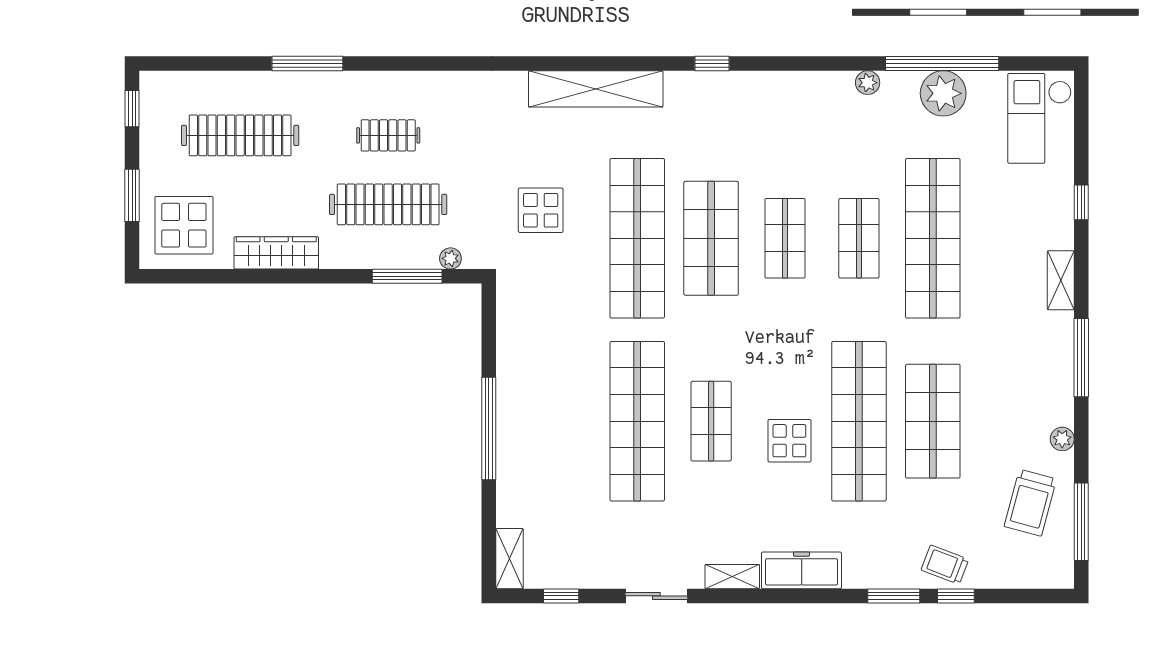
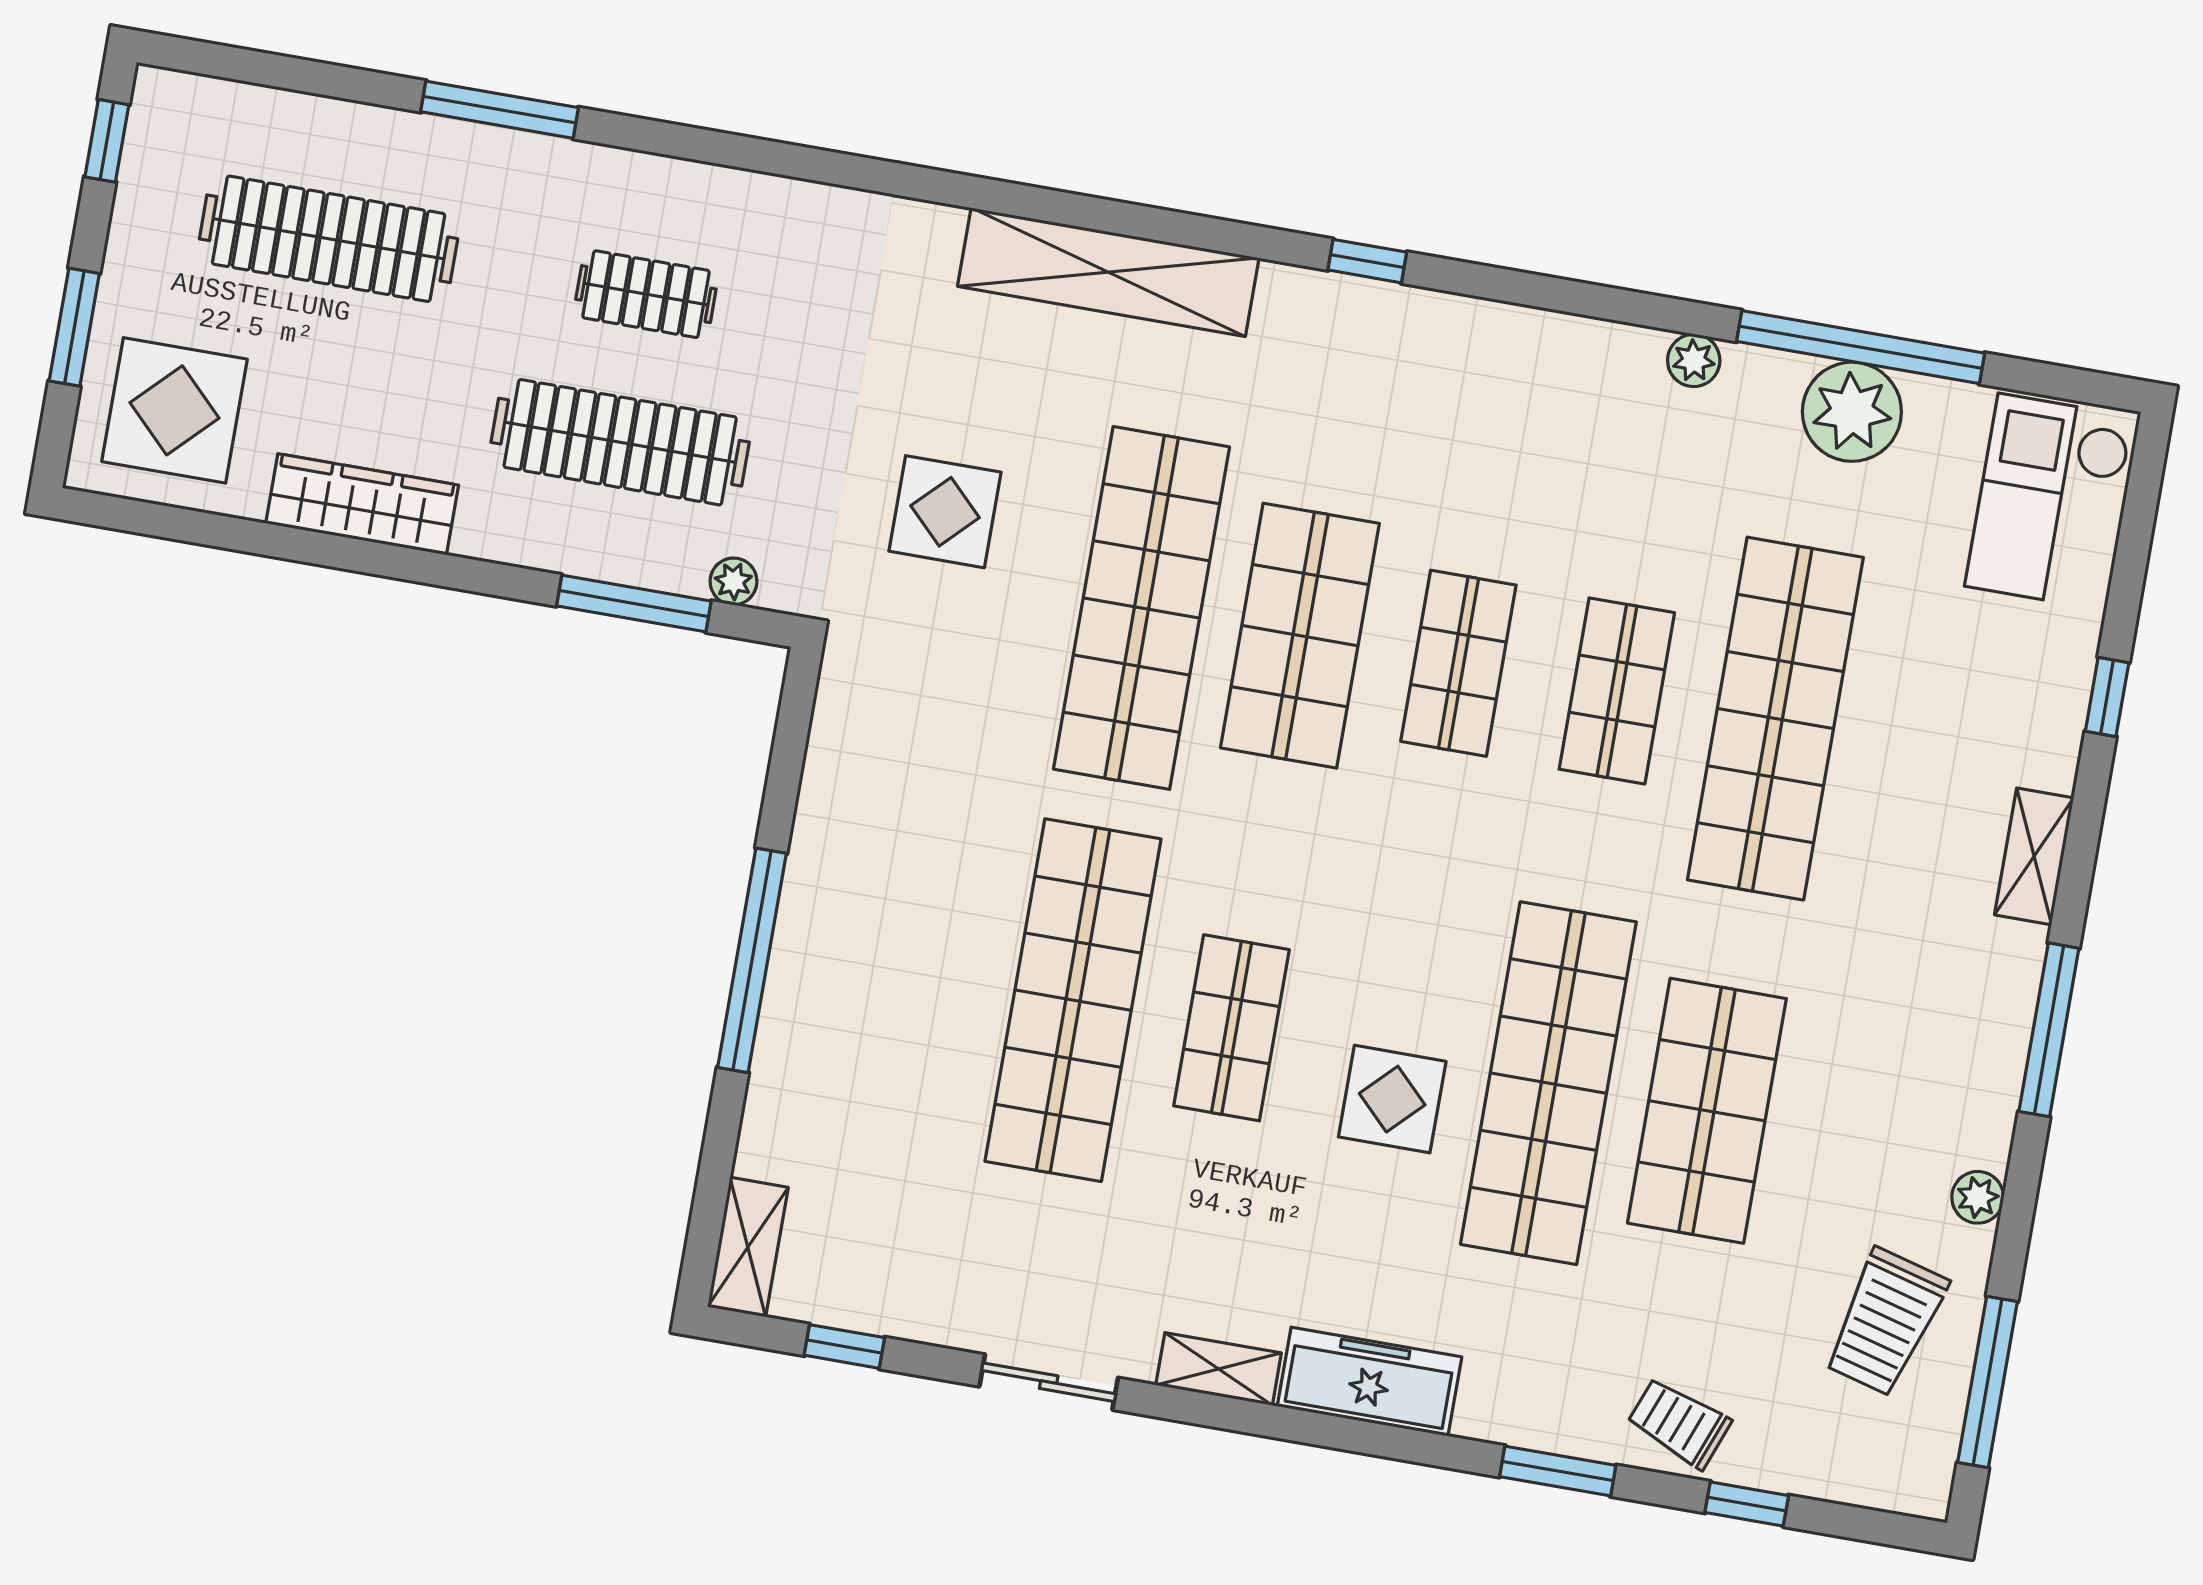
window: (956, 596) -> (1747, 1504), moved

